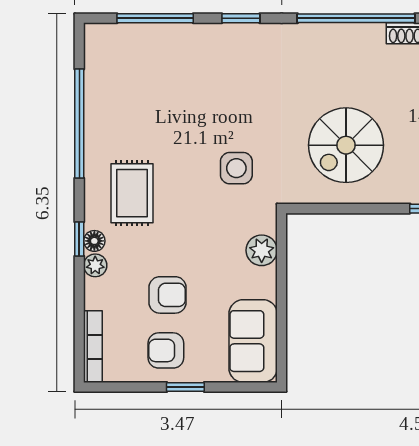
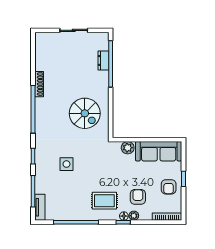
tv unit: (116, 35) -> (40, 207), added
side table: (236, 168) -> (66, 164), moved
armchair: (167, 295) -> (138, 197), moved
sofa: (253, 341) -> (159, 151), width x1.36

